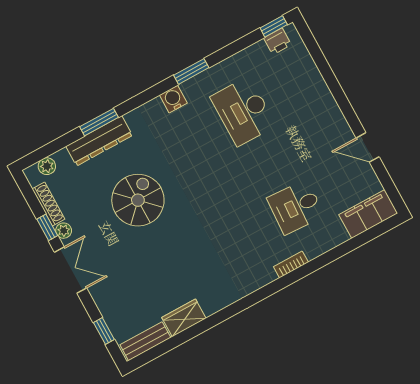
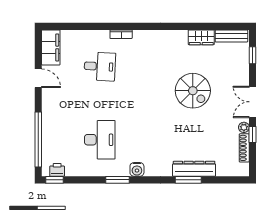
window: (324, 67) -> (38, 139), added
plant: (47, 166) -> (233, 171), removed
spiral stairs: (138, 200) -> (193, 91), moved, turned -90
filing cabinet: (368, 214) -> (51, 47), moved, turned -90

